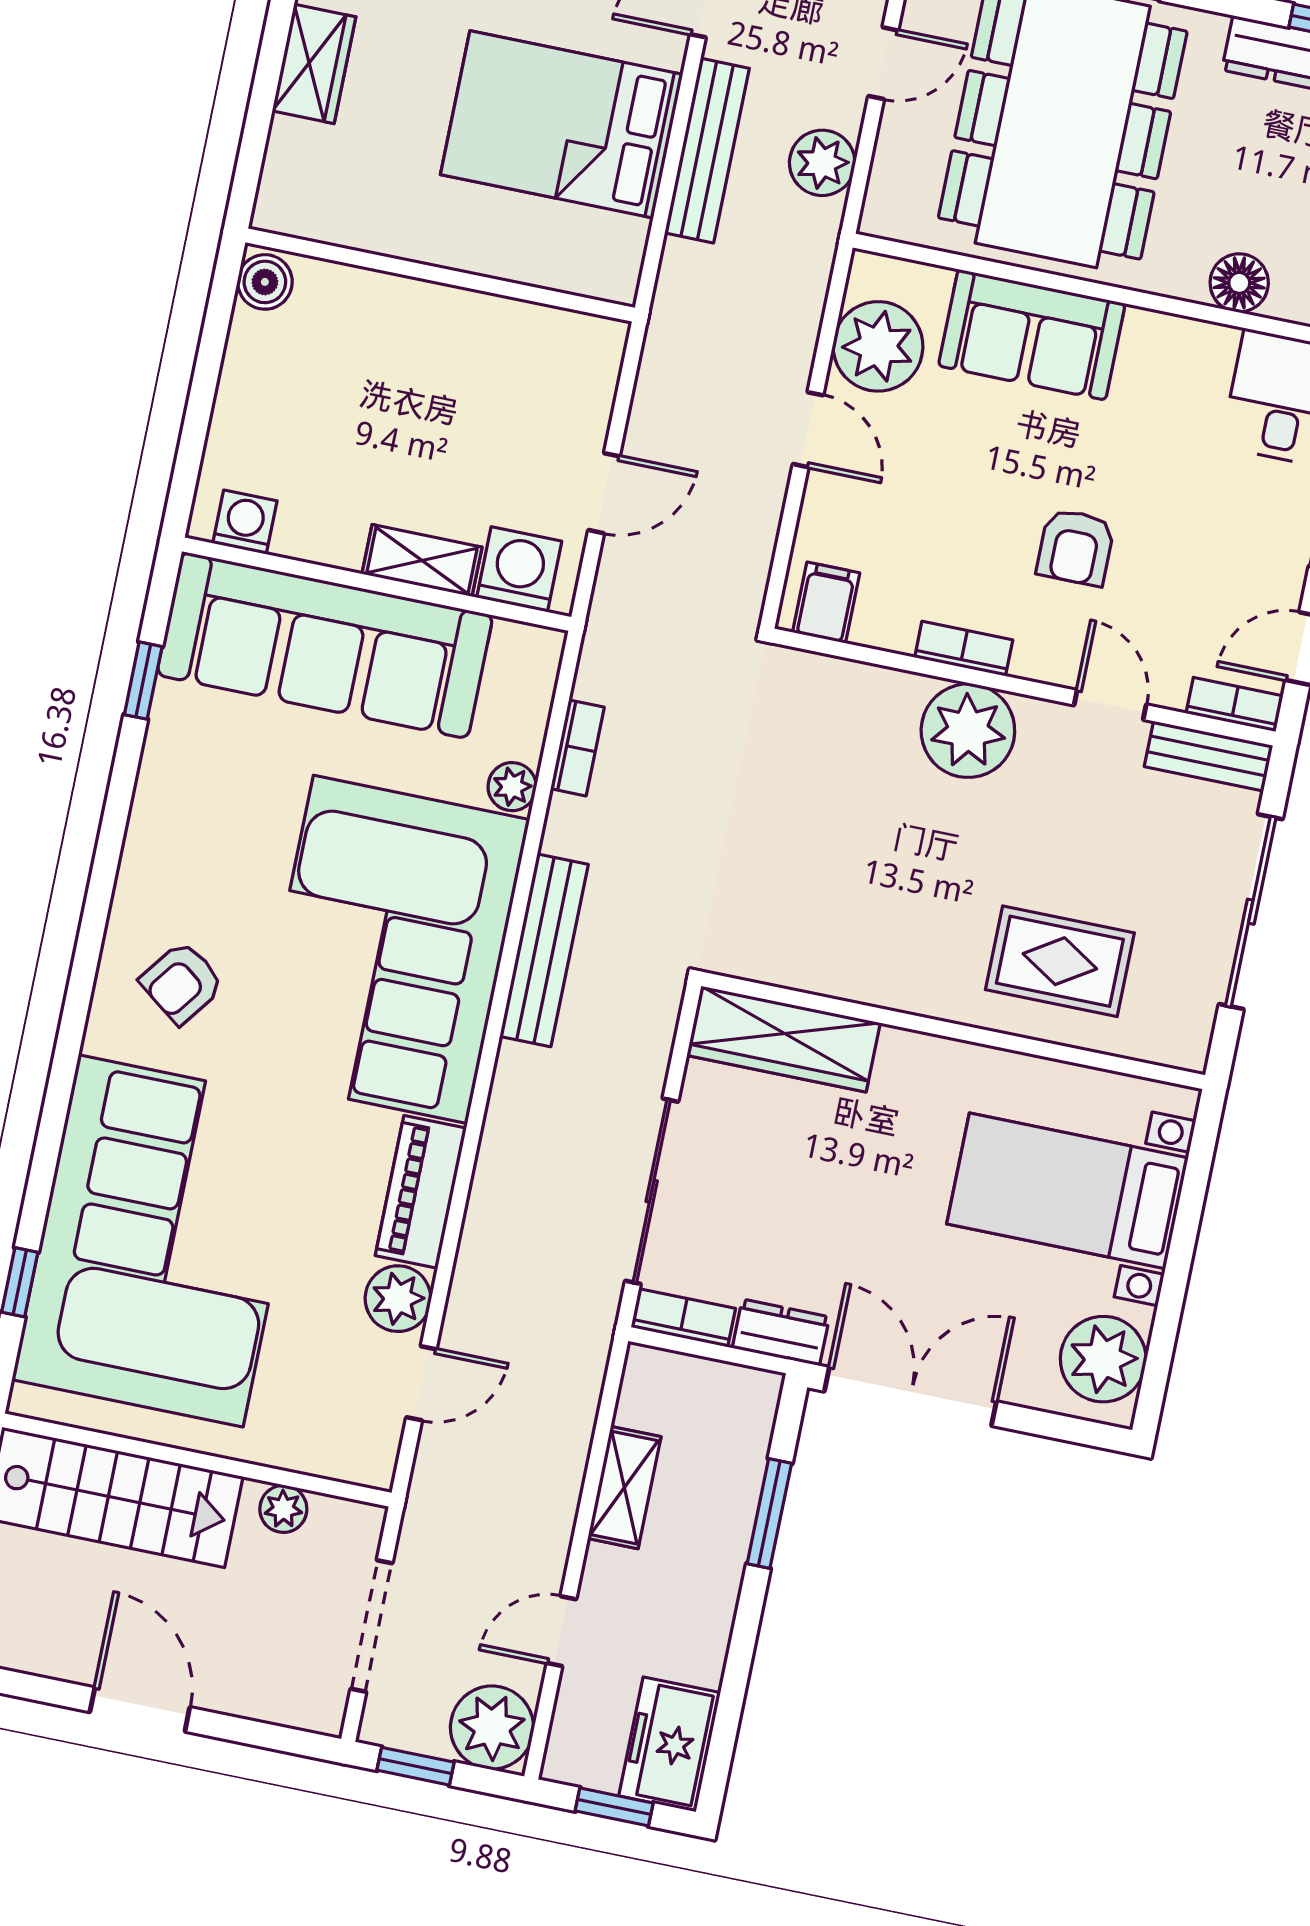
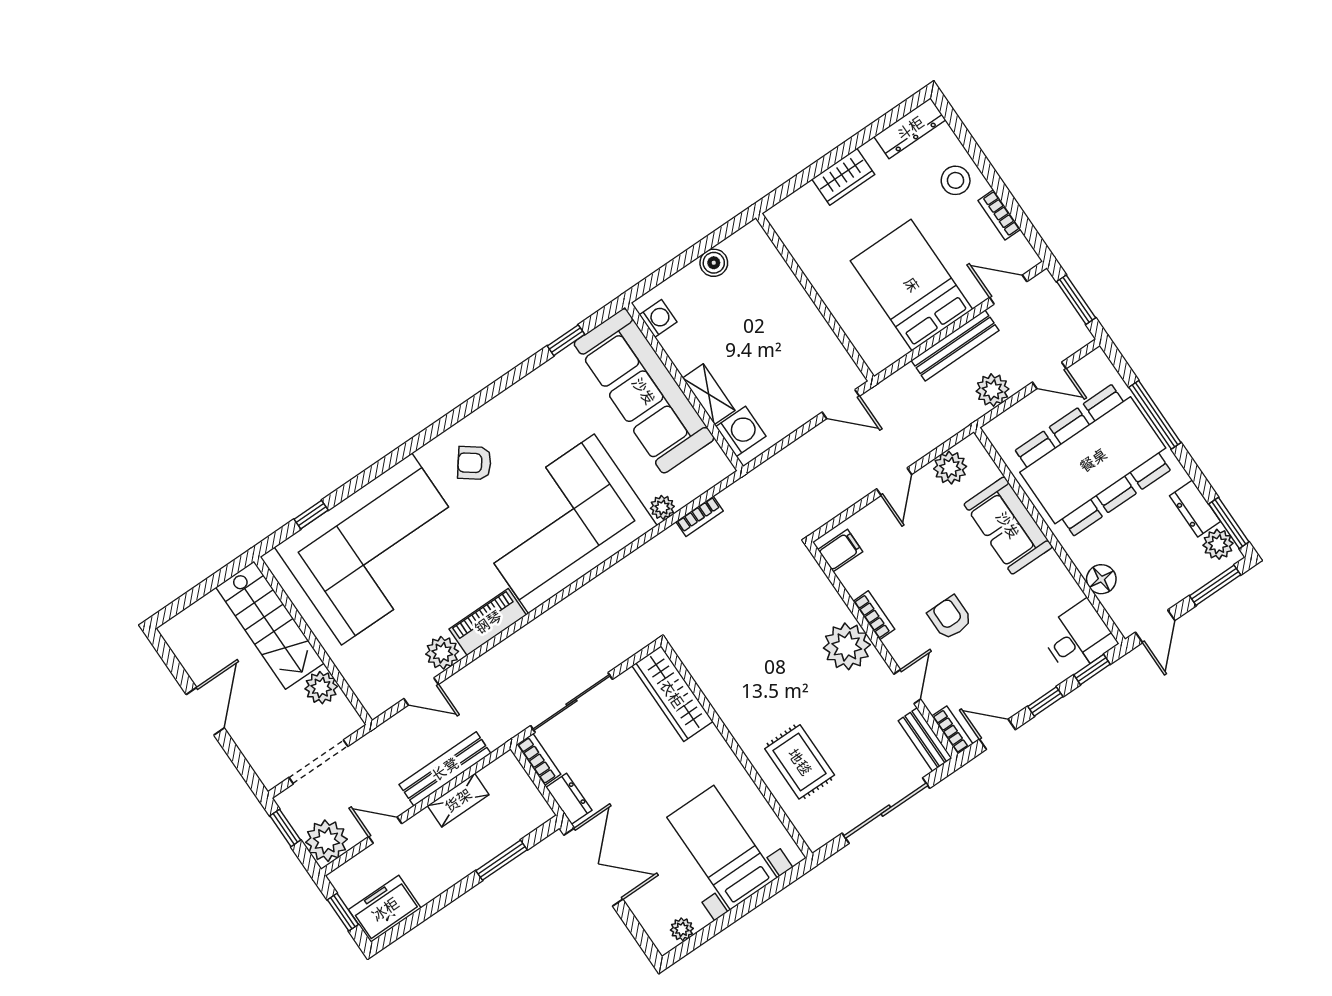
boiler: (265, 282) -> (714, 263), moved
plant: (878, 346) -> (950, 468), width x0.73, depth x0.73
door: (604, 493) -> (841, 404), moved
armchair: (1076, 547) -> (950, 618), turned 90
bench: (544, 950) -> (445, 769), moved
plant: (1103, 1359) -> (682, 929), width x0.53, depth x0.53
plant: (283, 1509) -> (321, 688), width x1.38, depth x1.38

